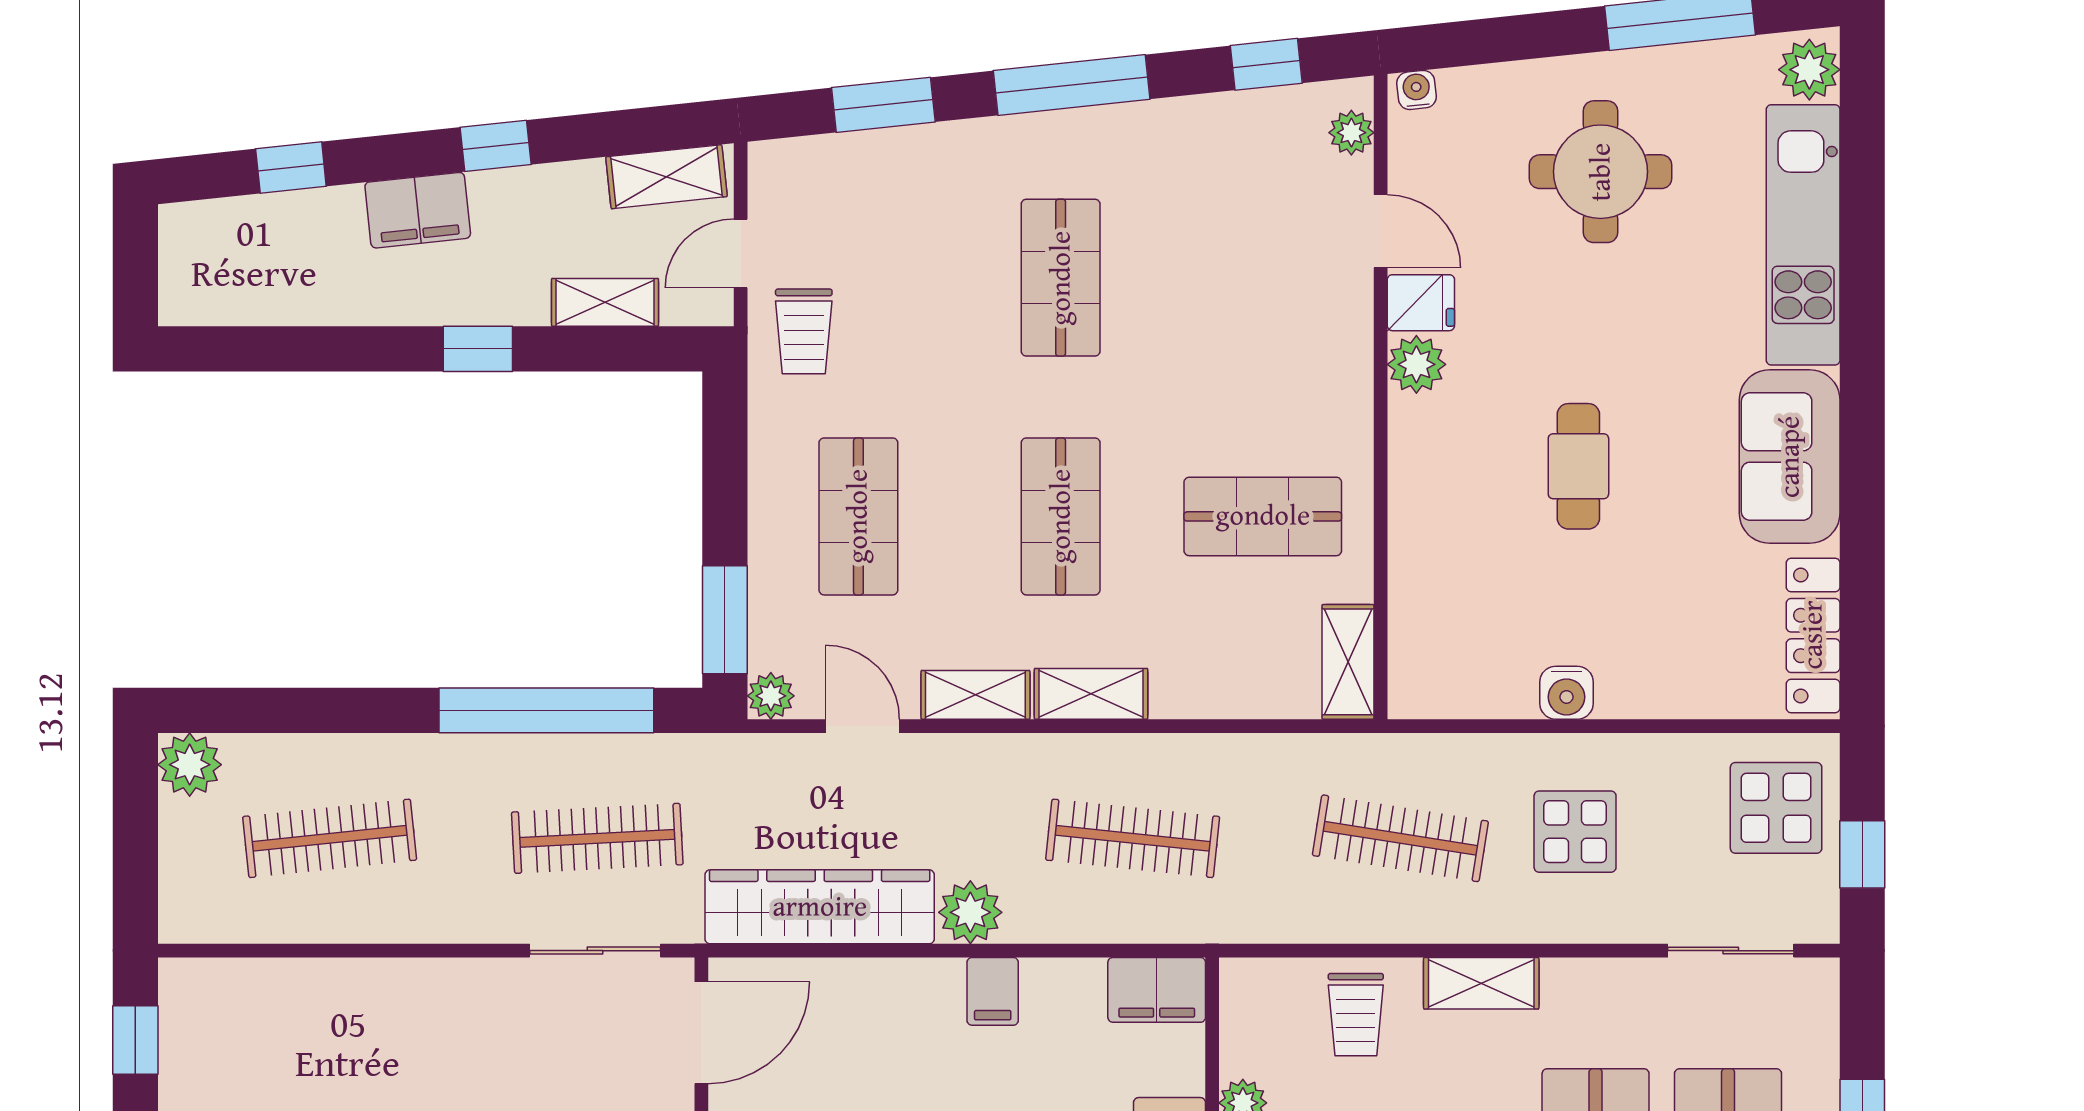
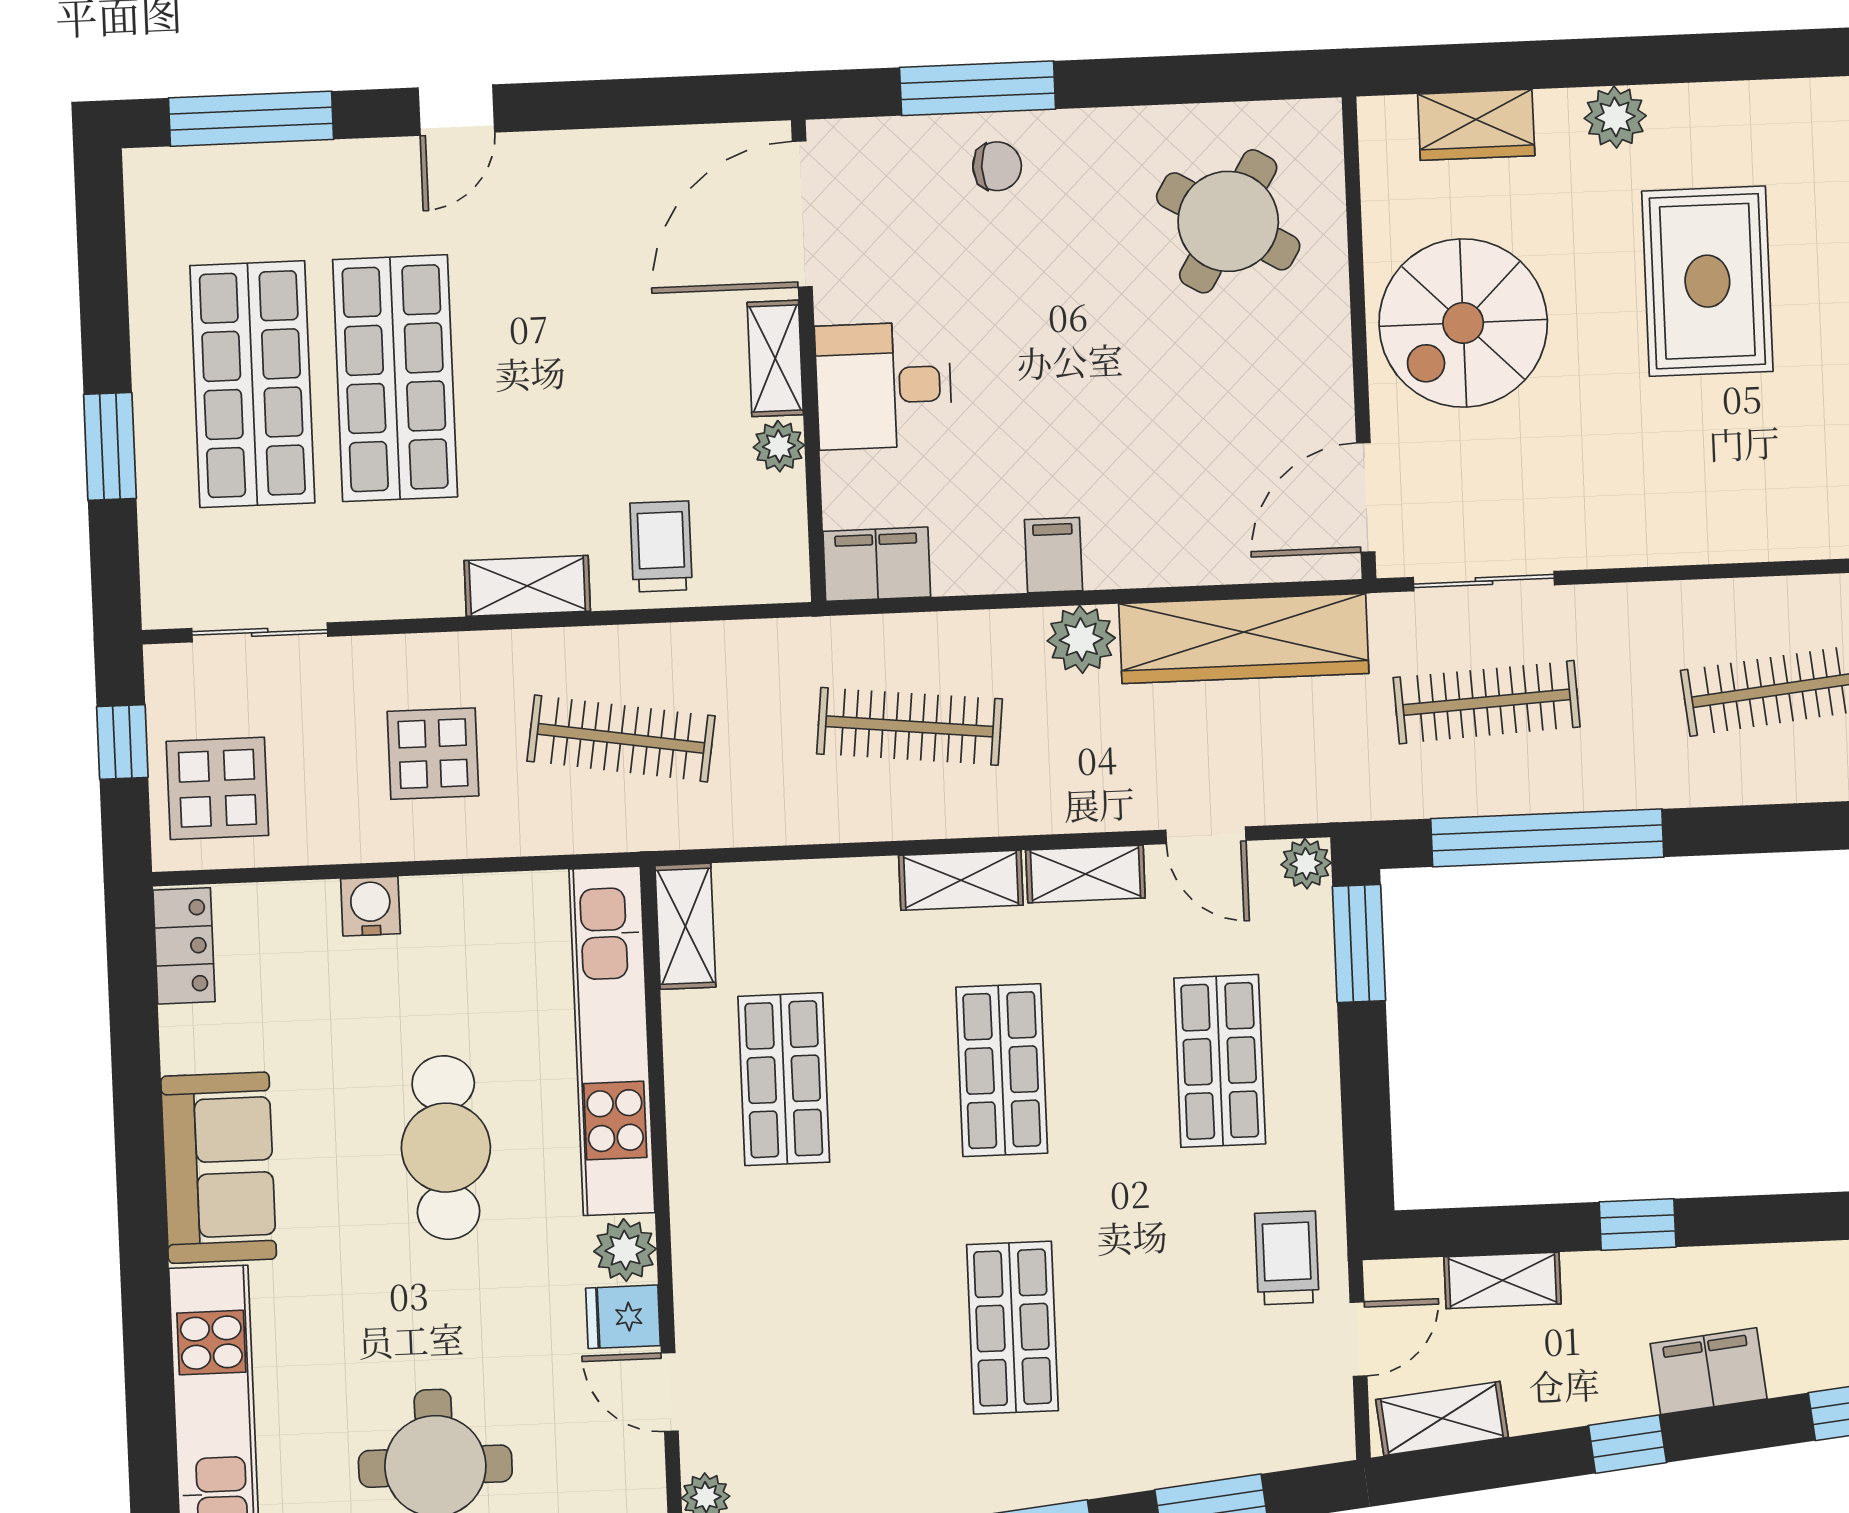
cafe table: (1578, 466) -> (446, 1148), width x1.37, depth x1.35
shop shelf: (1263, 516) -> (784, 1079), turned 90
kitchen unit: (1421, 559) -> (612, 1041), added
locker: (1813, 635) -> (184, 946), width x0.66
water cooler: (1566, 693) -> (370, 906), moved

